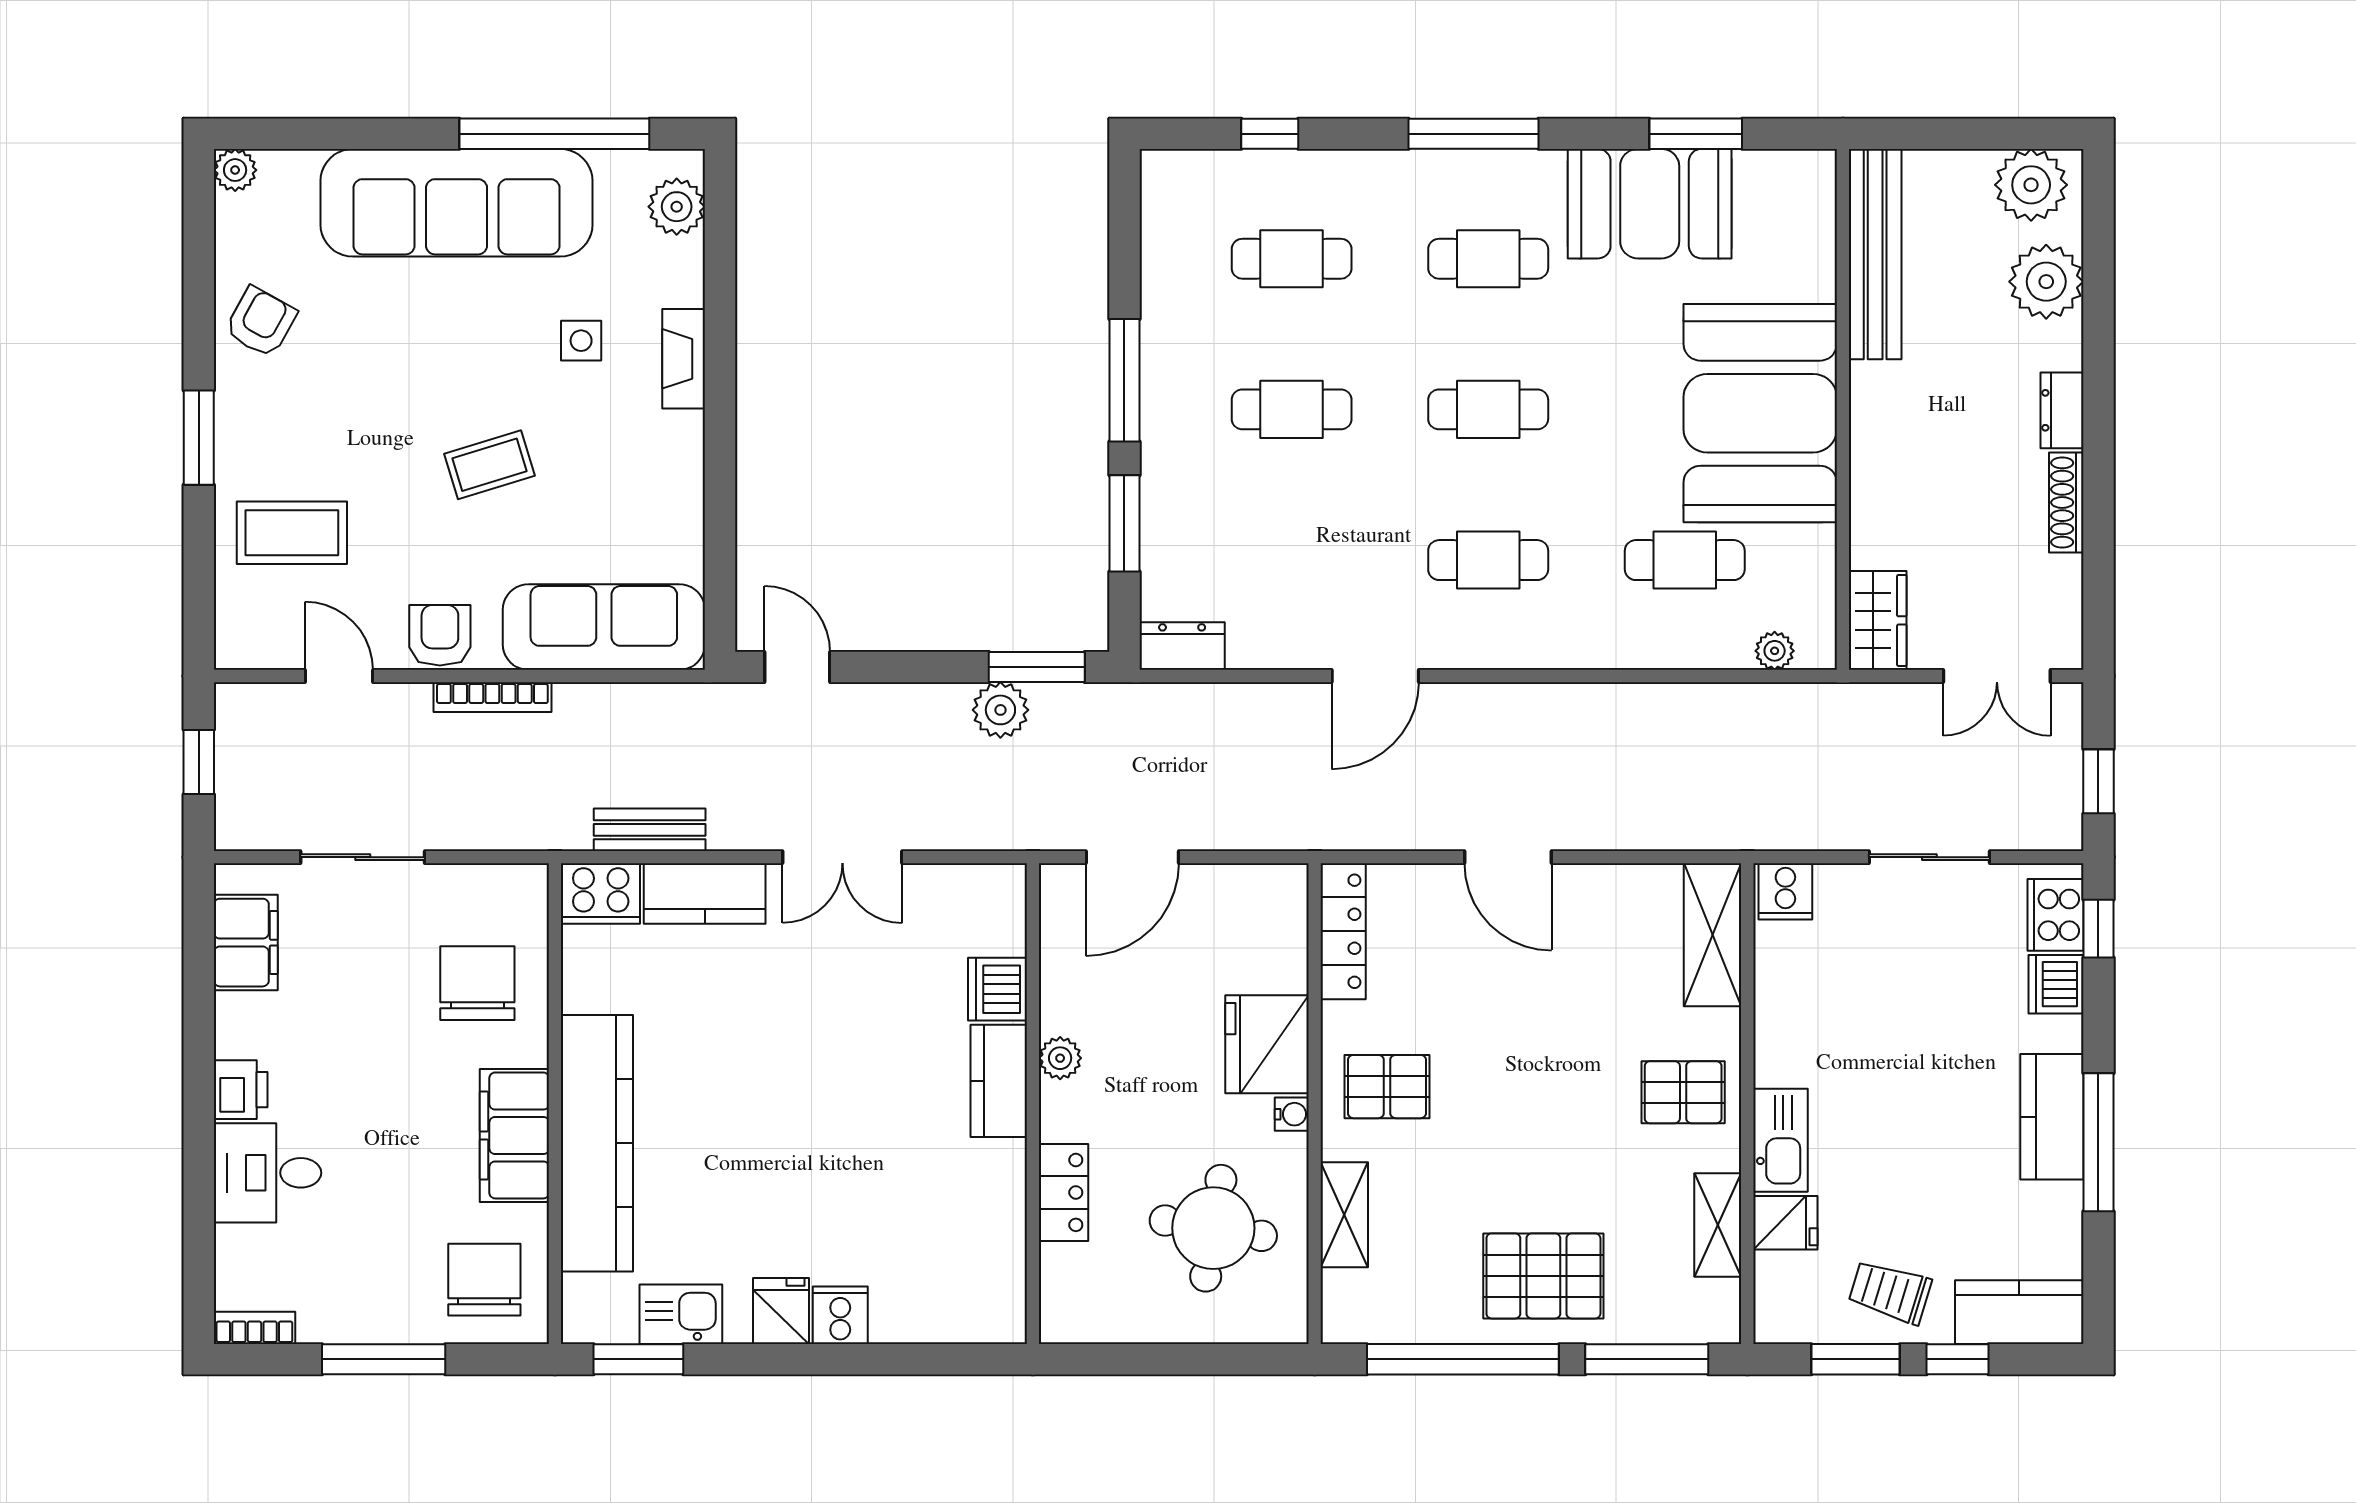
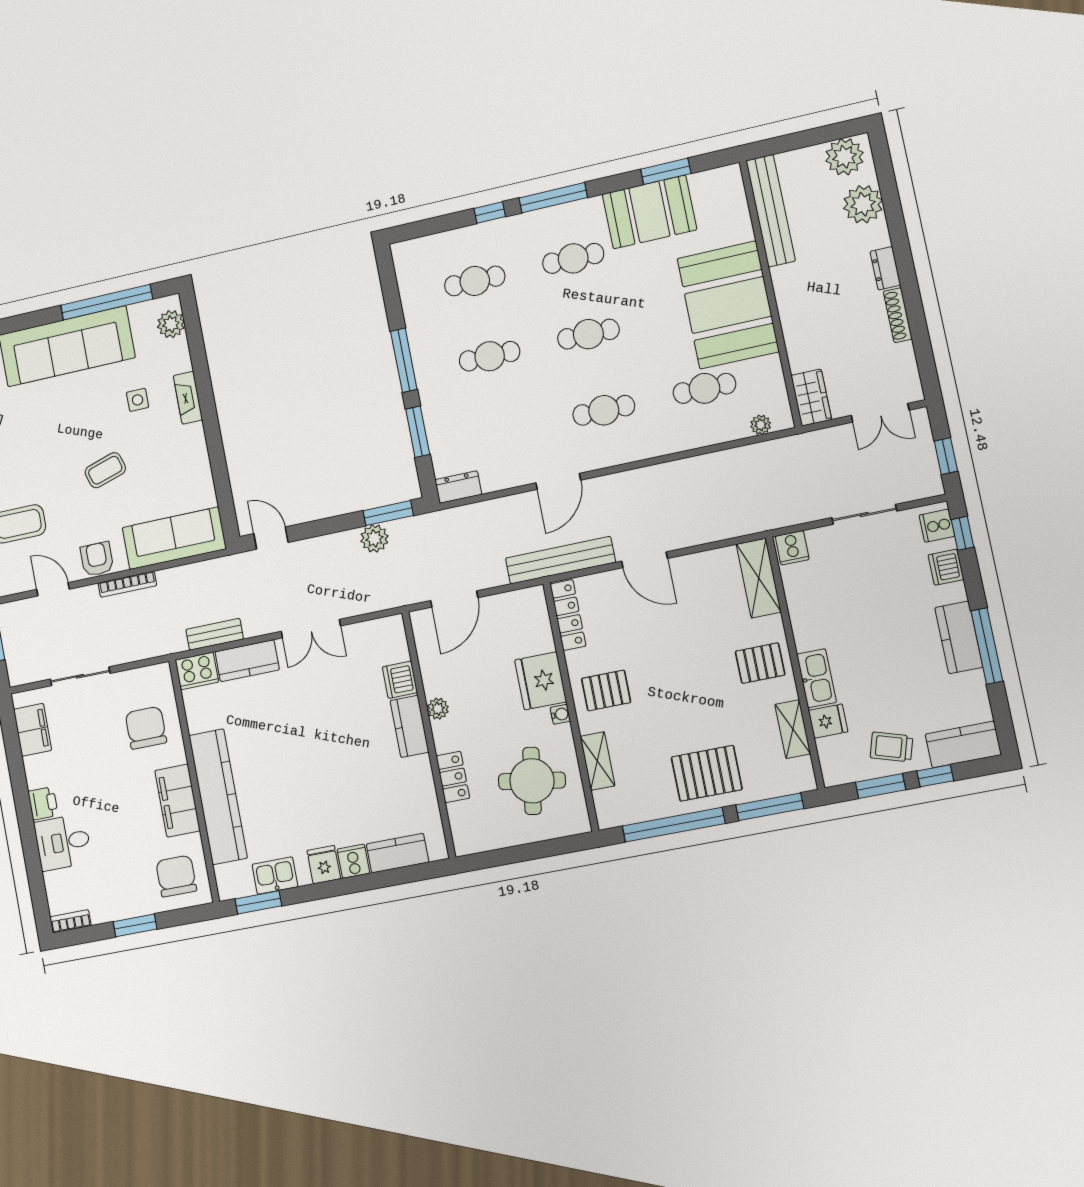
window: (1270, 134) -> (490, 212), moved
bench: (1350, 825) -> (560, 560), added
cooker: (2055, 915) -> (937, 526), width x0.73
kitchen counter: (929, 1316) -> (398, 853), added
window: (384, 1359) -> (135, 925), width x0.69

